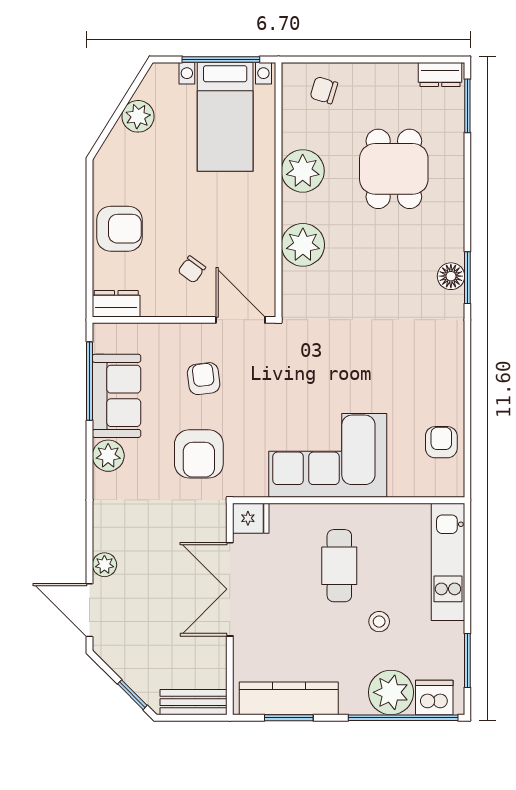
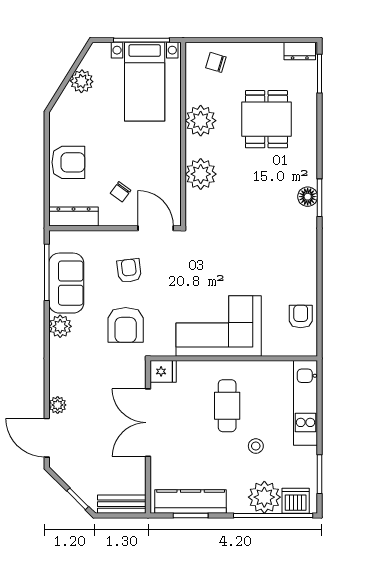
dresser: (116, 304) -> (73, 216), width x1.44

